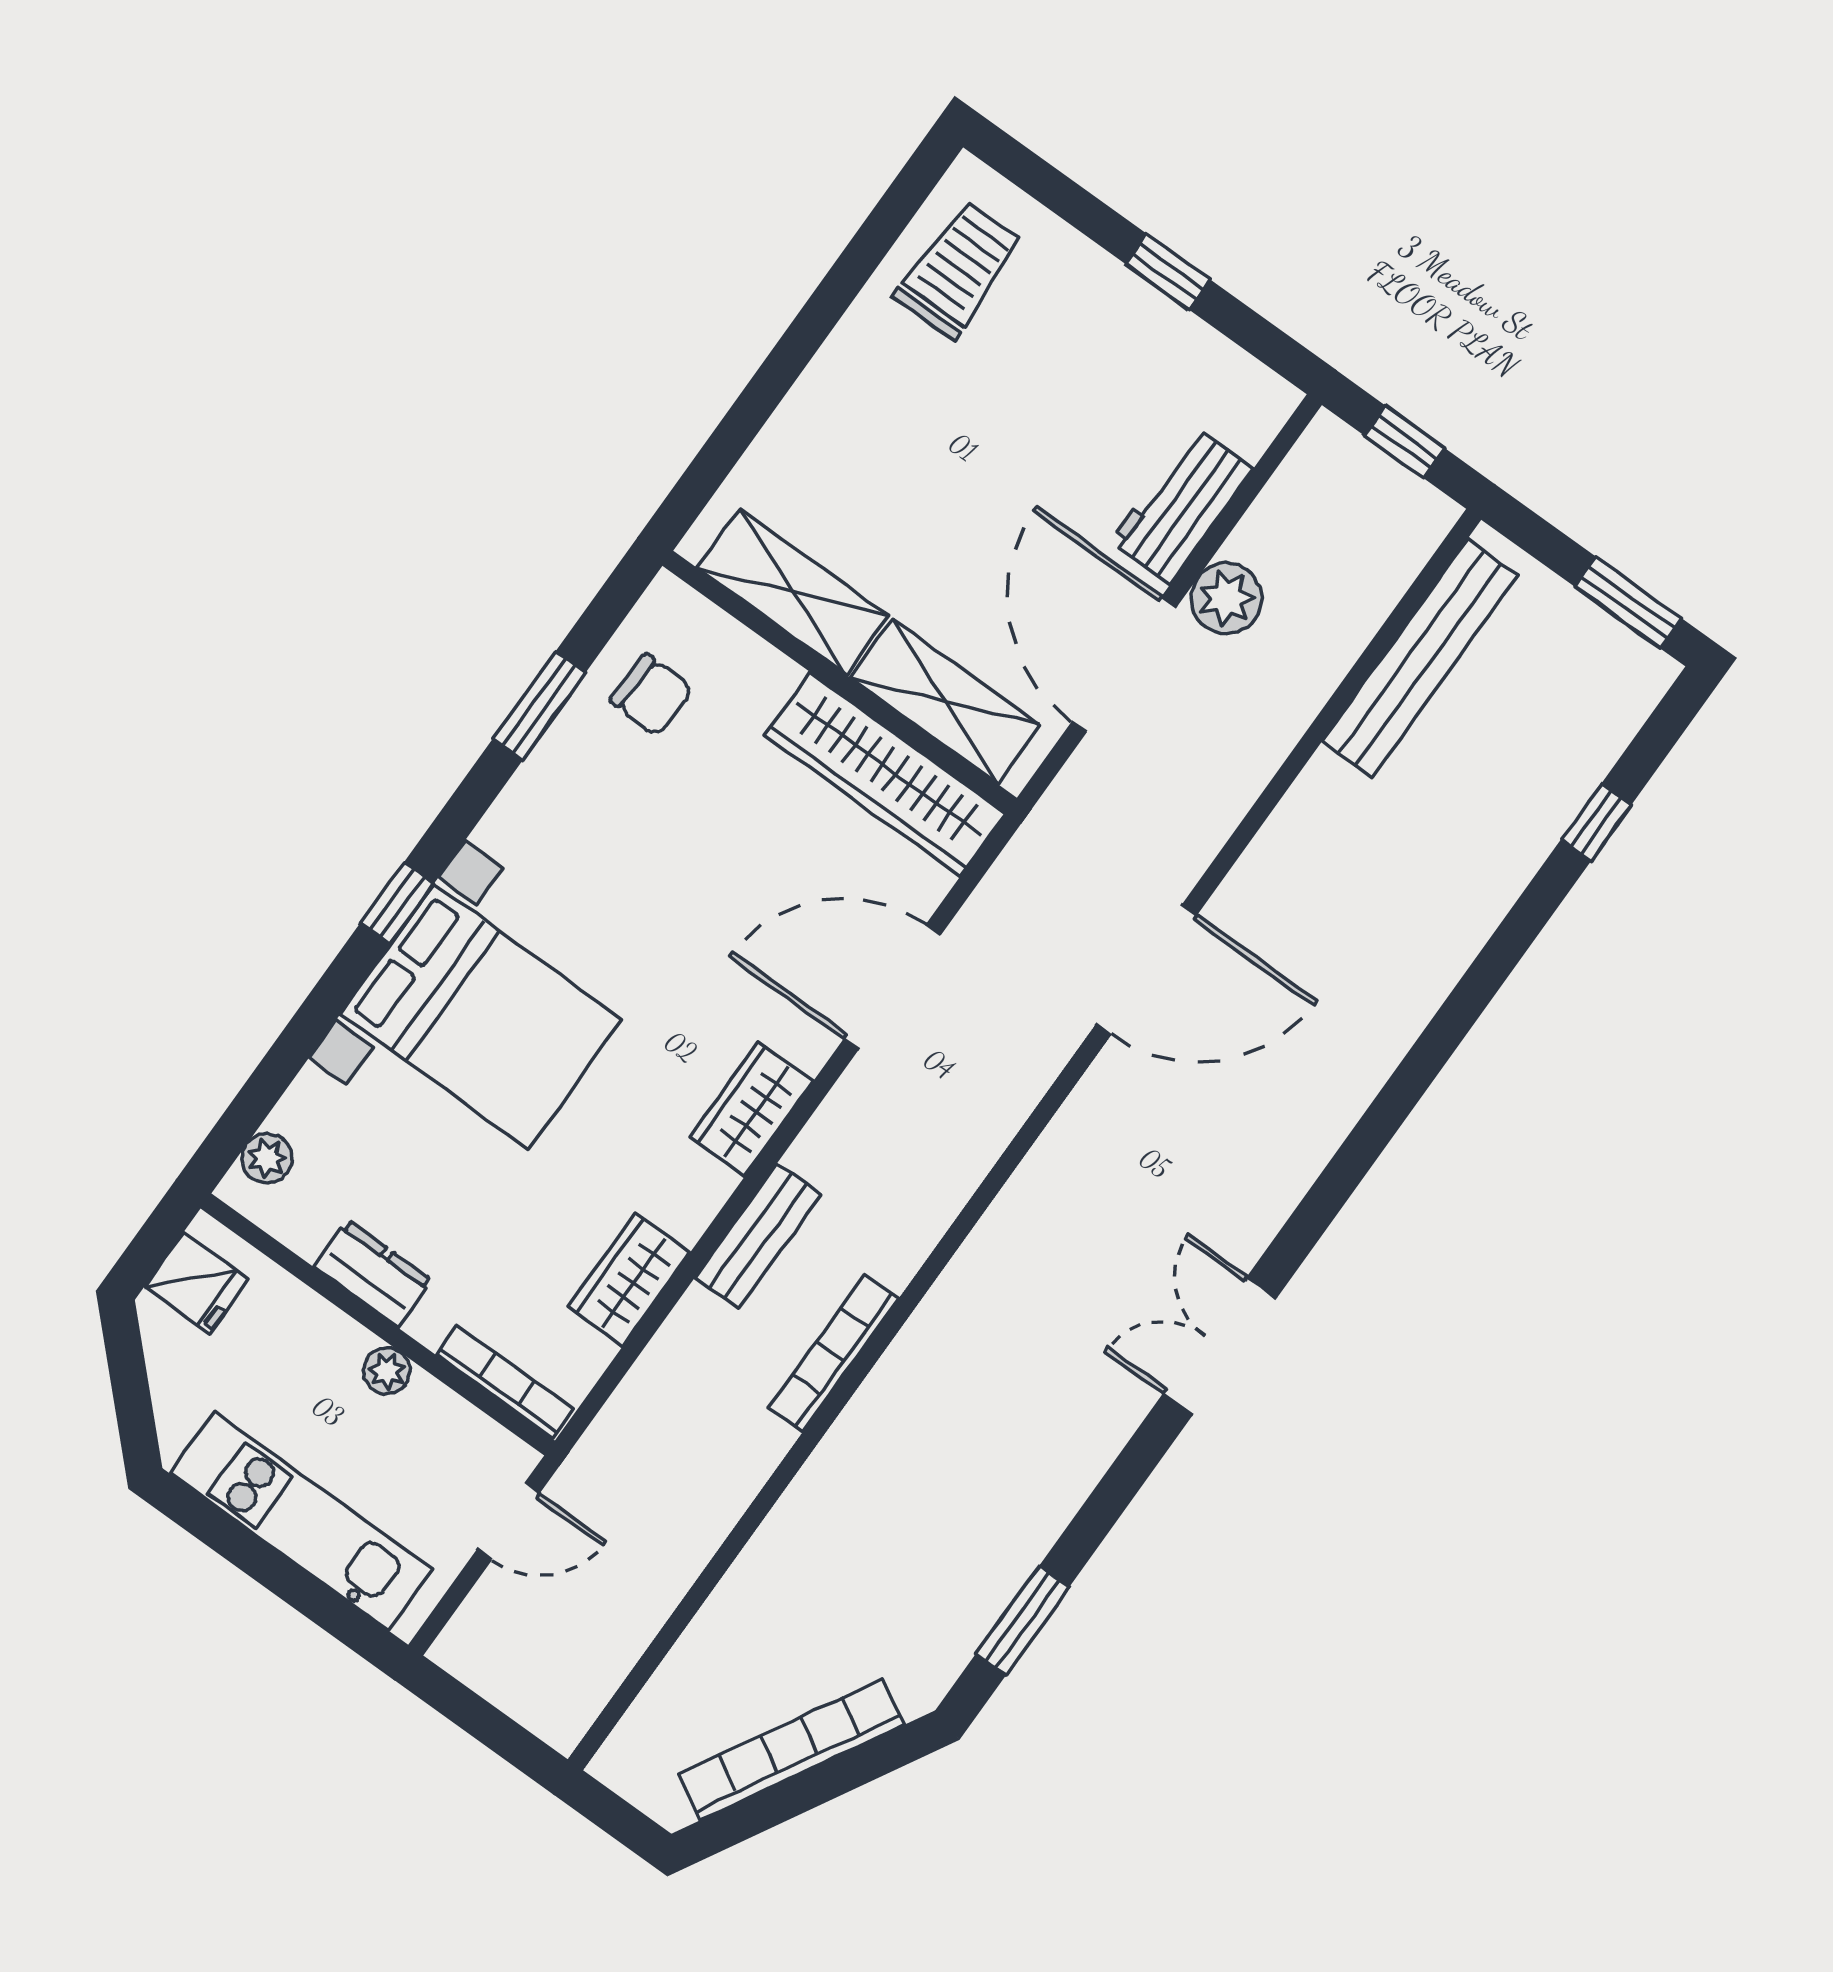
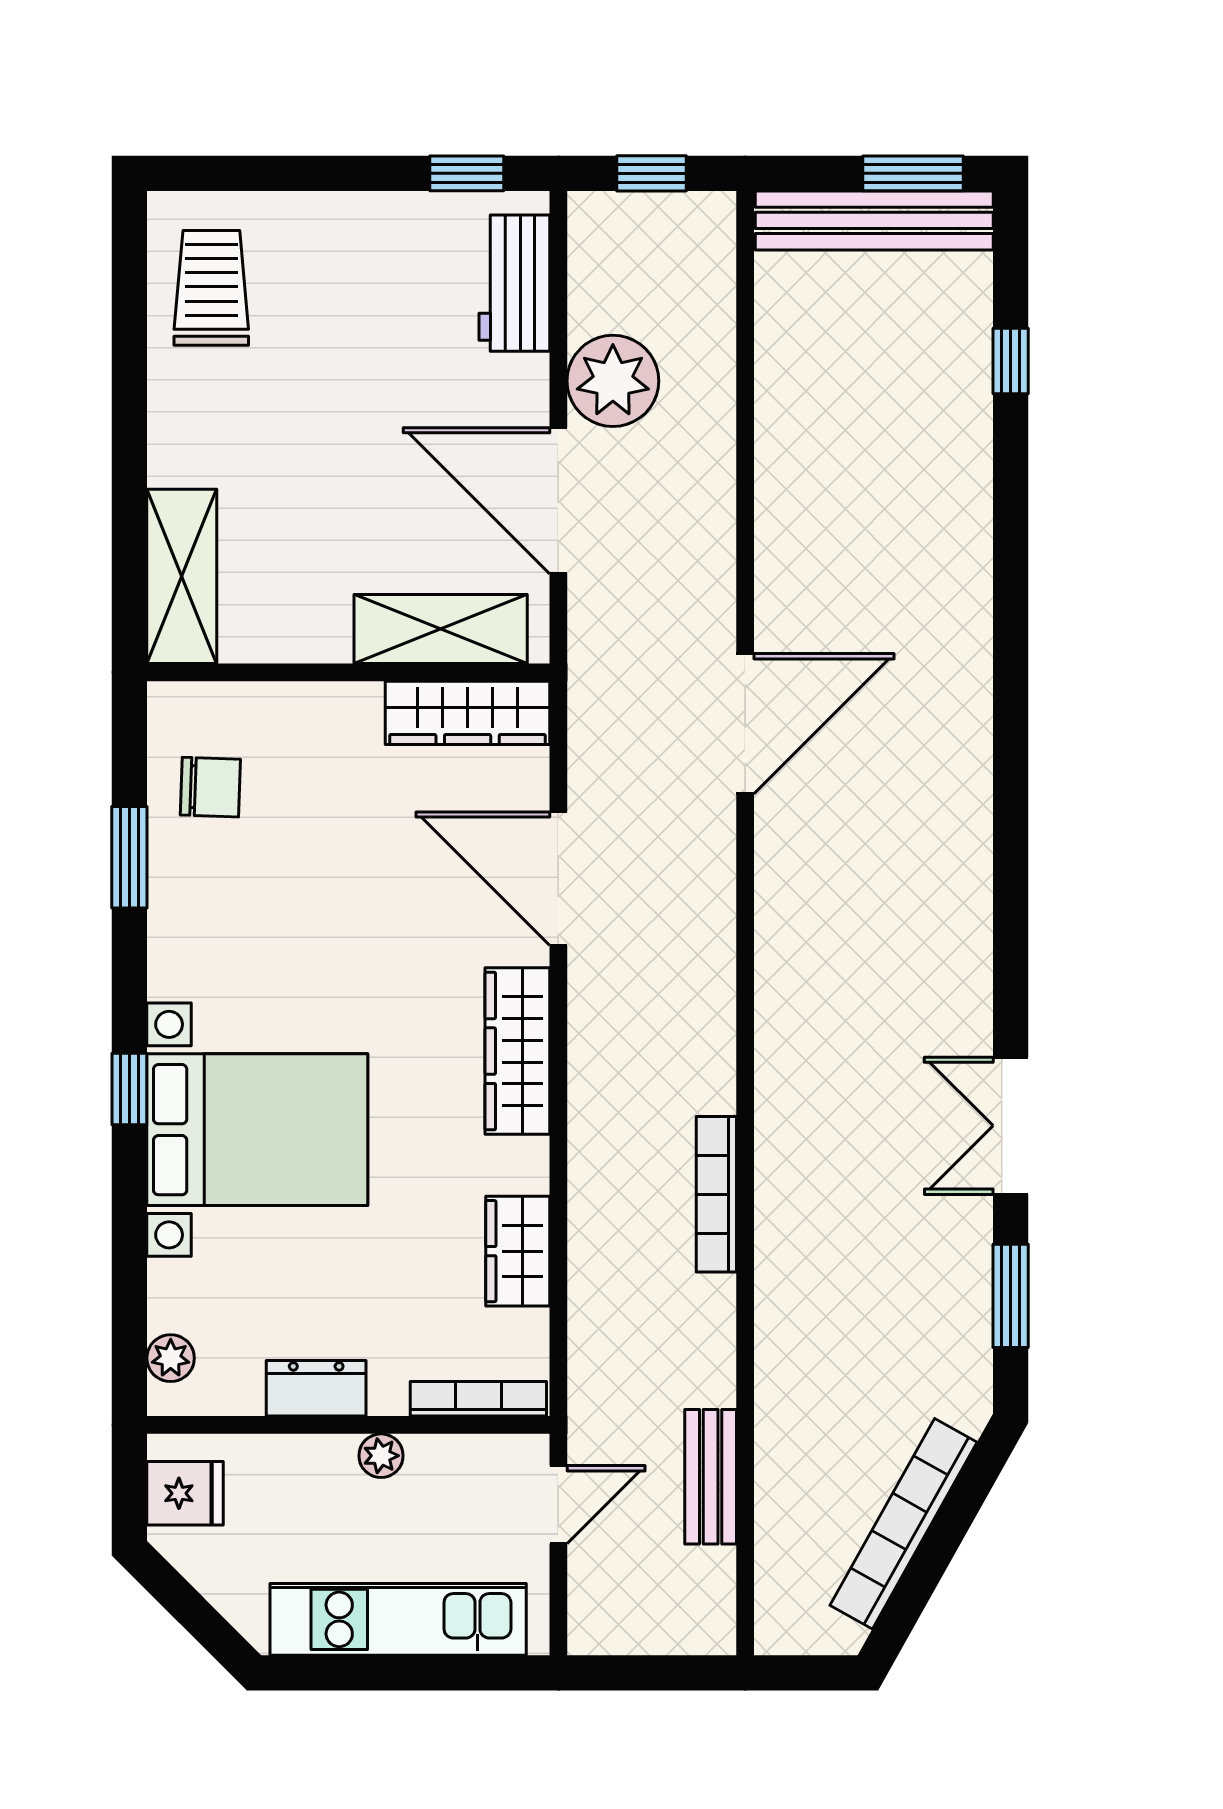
window: (1168, 272) -> (467, 173), moved
workbench: (1182, 505) -> (514, 283), moved
shelving: (793, 592) -> (182, 576), moved, turned 90
plant: (1226, 598) -> (613, 381), width x1.36, depth x1.36
bench: (1420, 658) -> (874, 220), moved, turned 90
wardrobe: (885, 774) -> (468, 713), width x0.71, depth x0.85
door: (892, 987) -> (558, 879), hinge flipped
wardrobe: (752, 1109) -> (517, 1051), width x1.50
bench: (758, 1236) -> (711, 1477), moved
double door: (1220, 1346) -> (1011, 1126), moved

